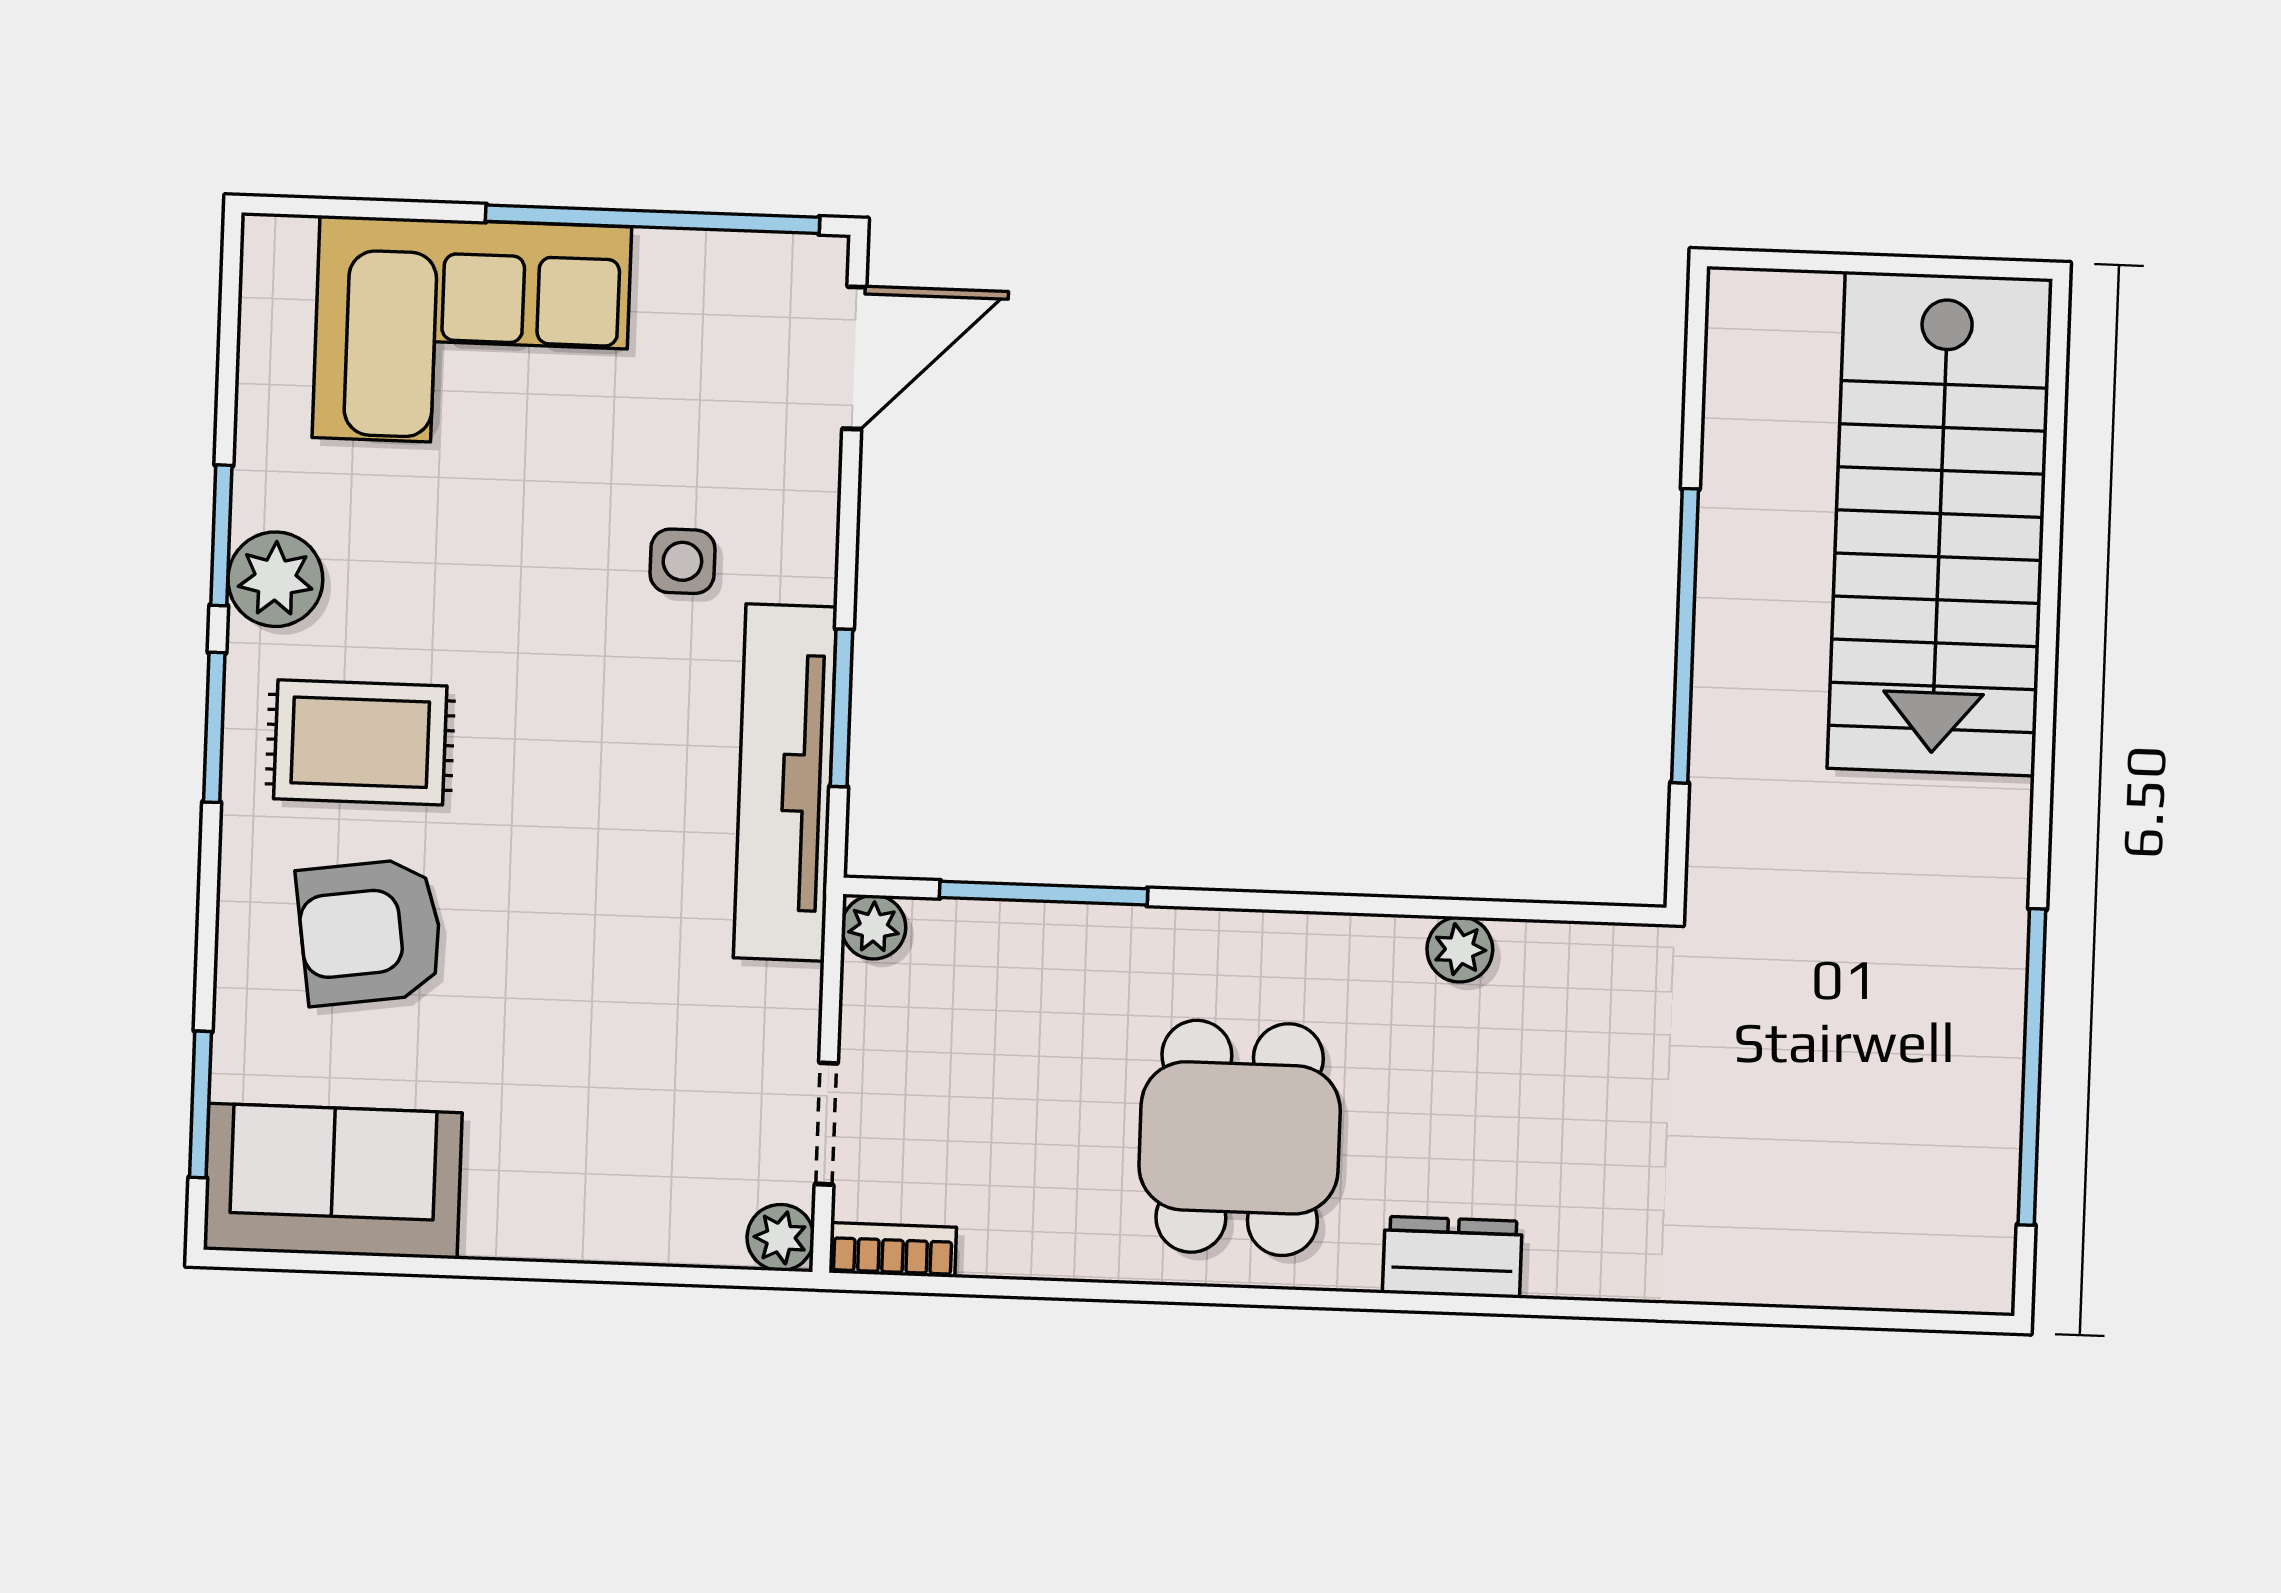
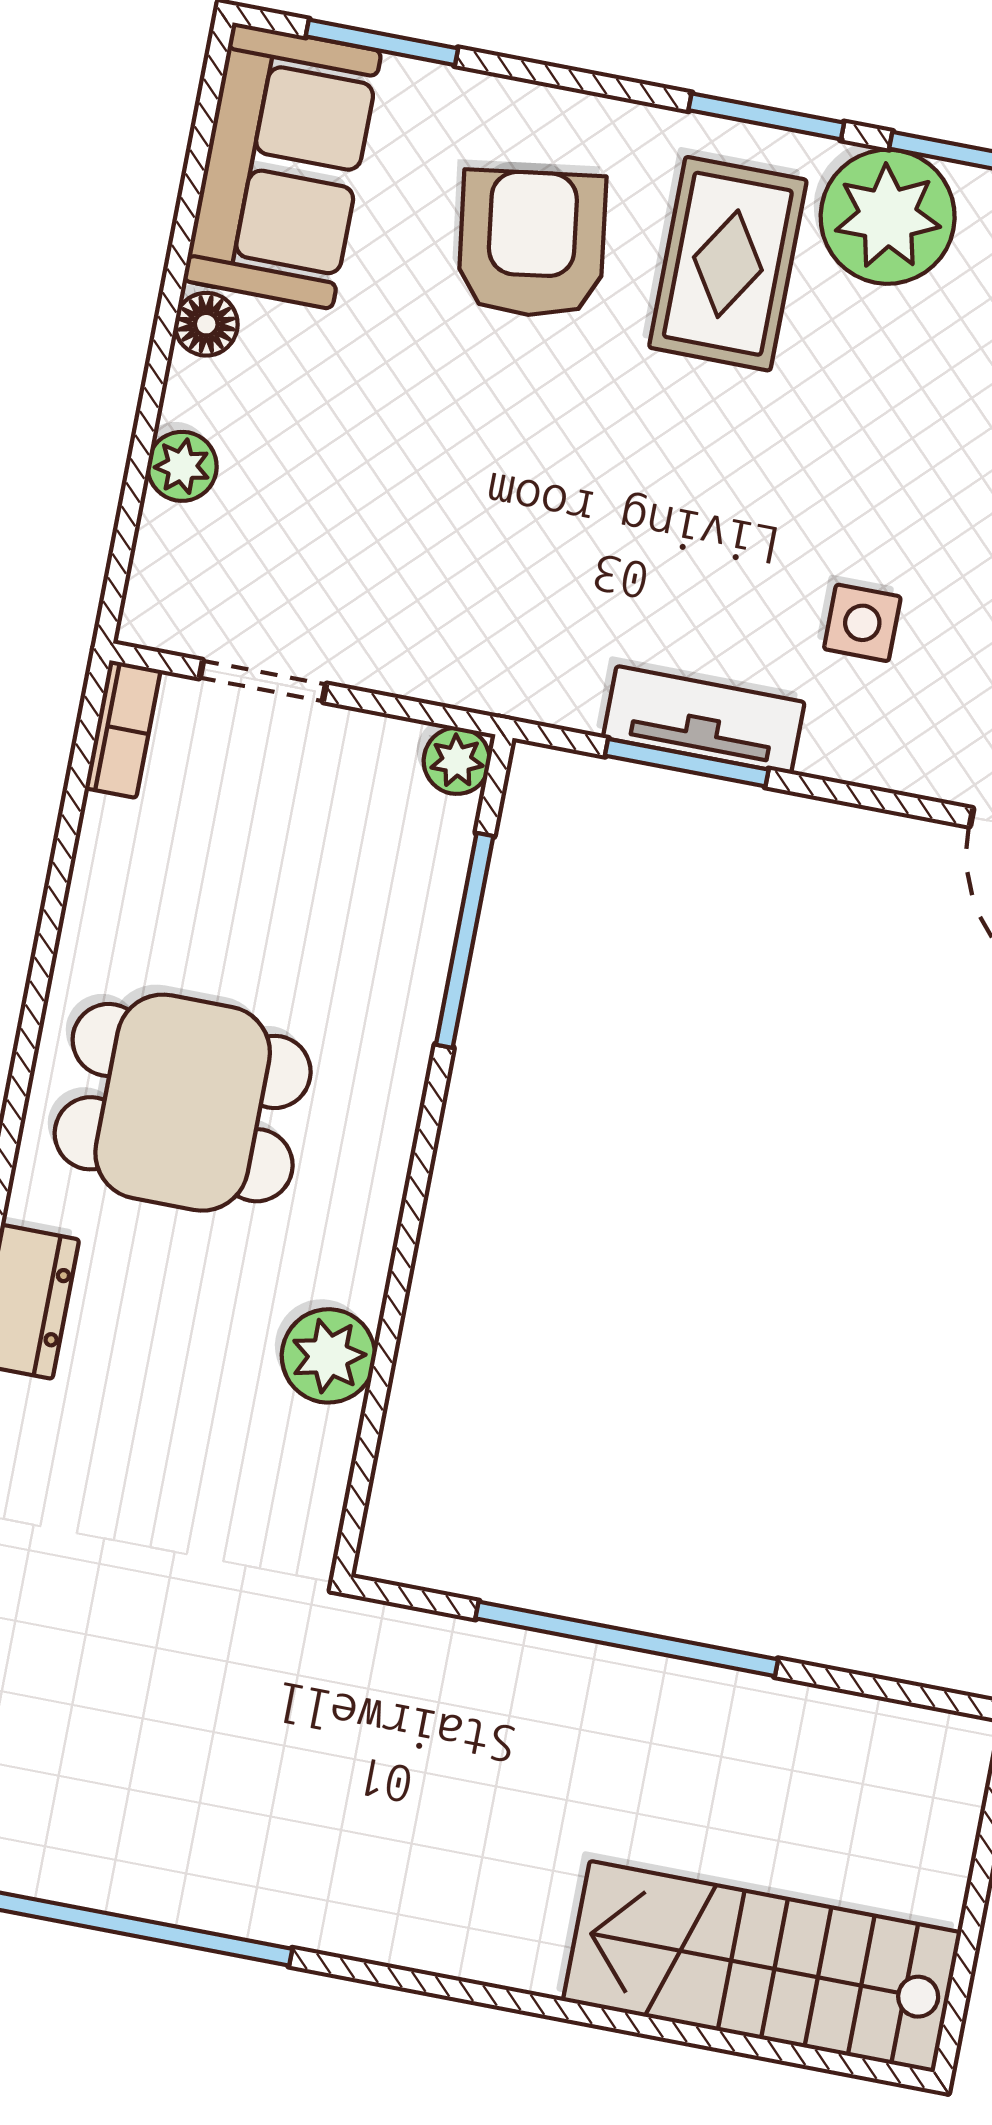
stairs: (1940, 524) -> (762, 1967), width x0.73, depth x0.66
plant: (275, 579) -> (888, 217), width x1.36, depth x1.36
tv unit: (785, 782) -> (704, 720), width x0.52, depth x0.78
plant: (1460, 949) -> (328, 1356), width x1.38, depth x1.38
floor lamp: (495, 1230) -> (206, 324), added
plant: (780, 1238) -> (182, 466), moved

